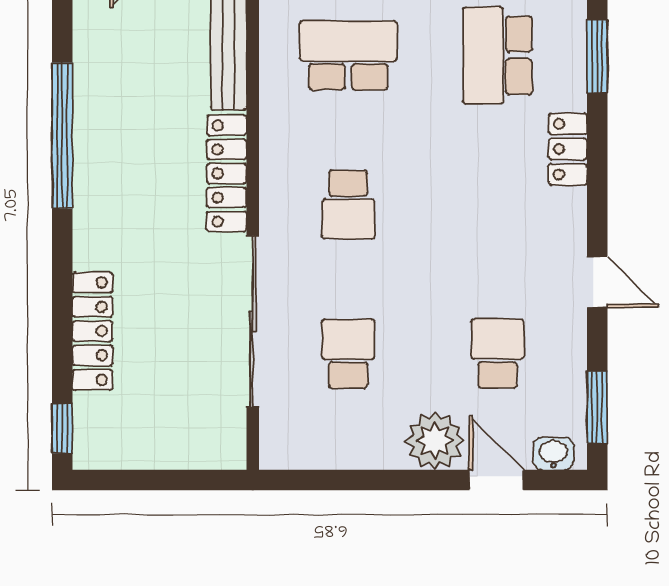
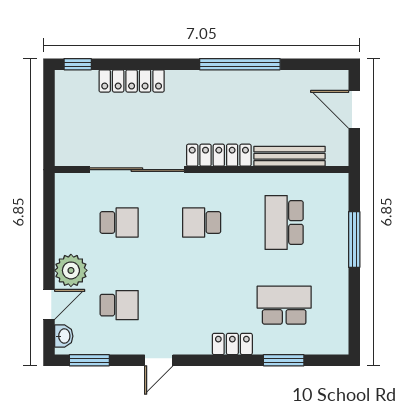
school desk: (348, 55) -> (284, 222), turned 180

